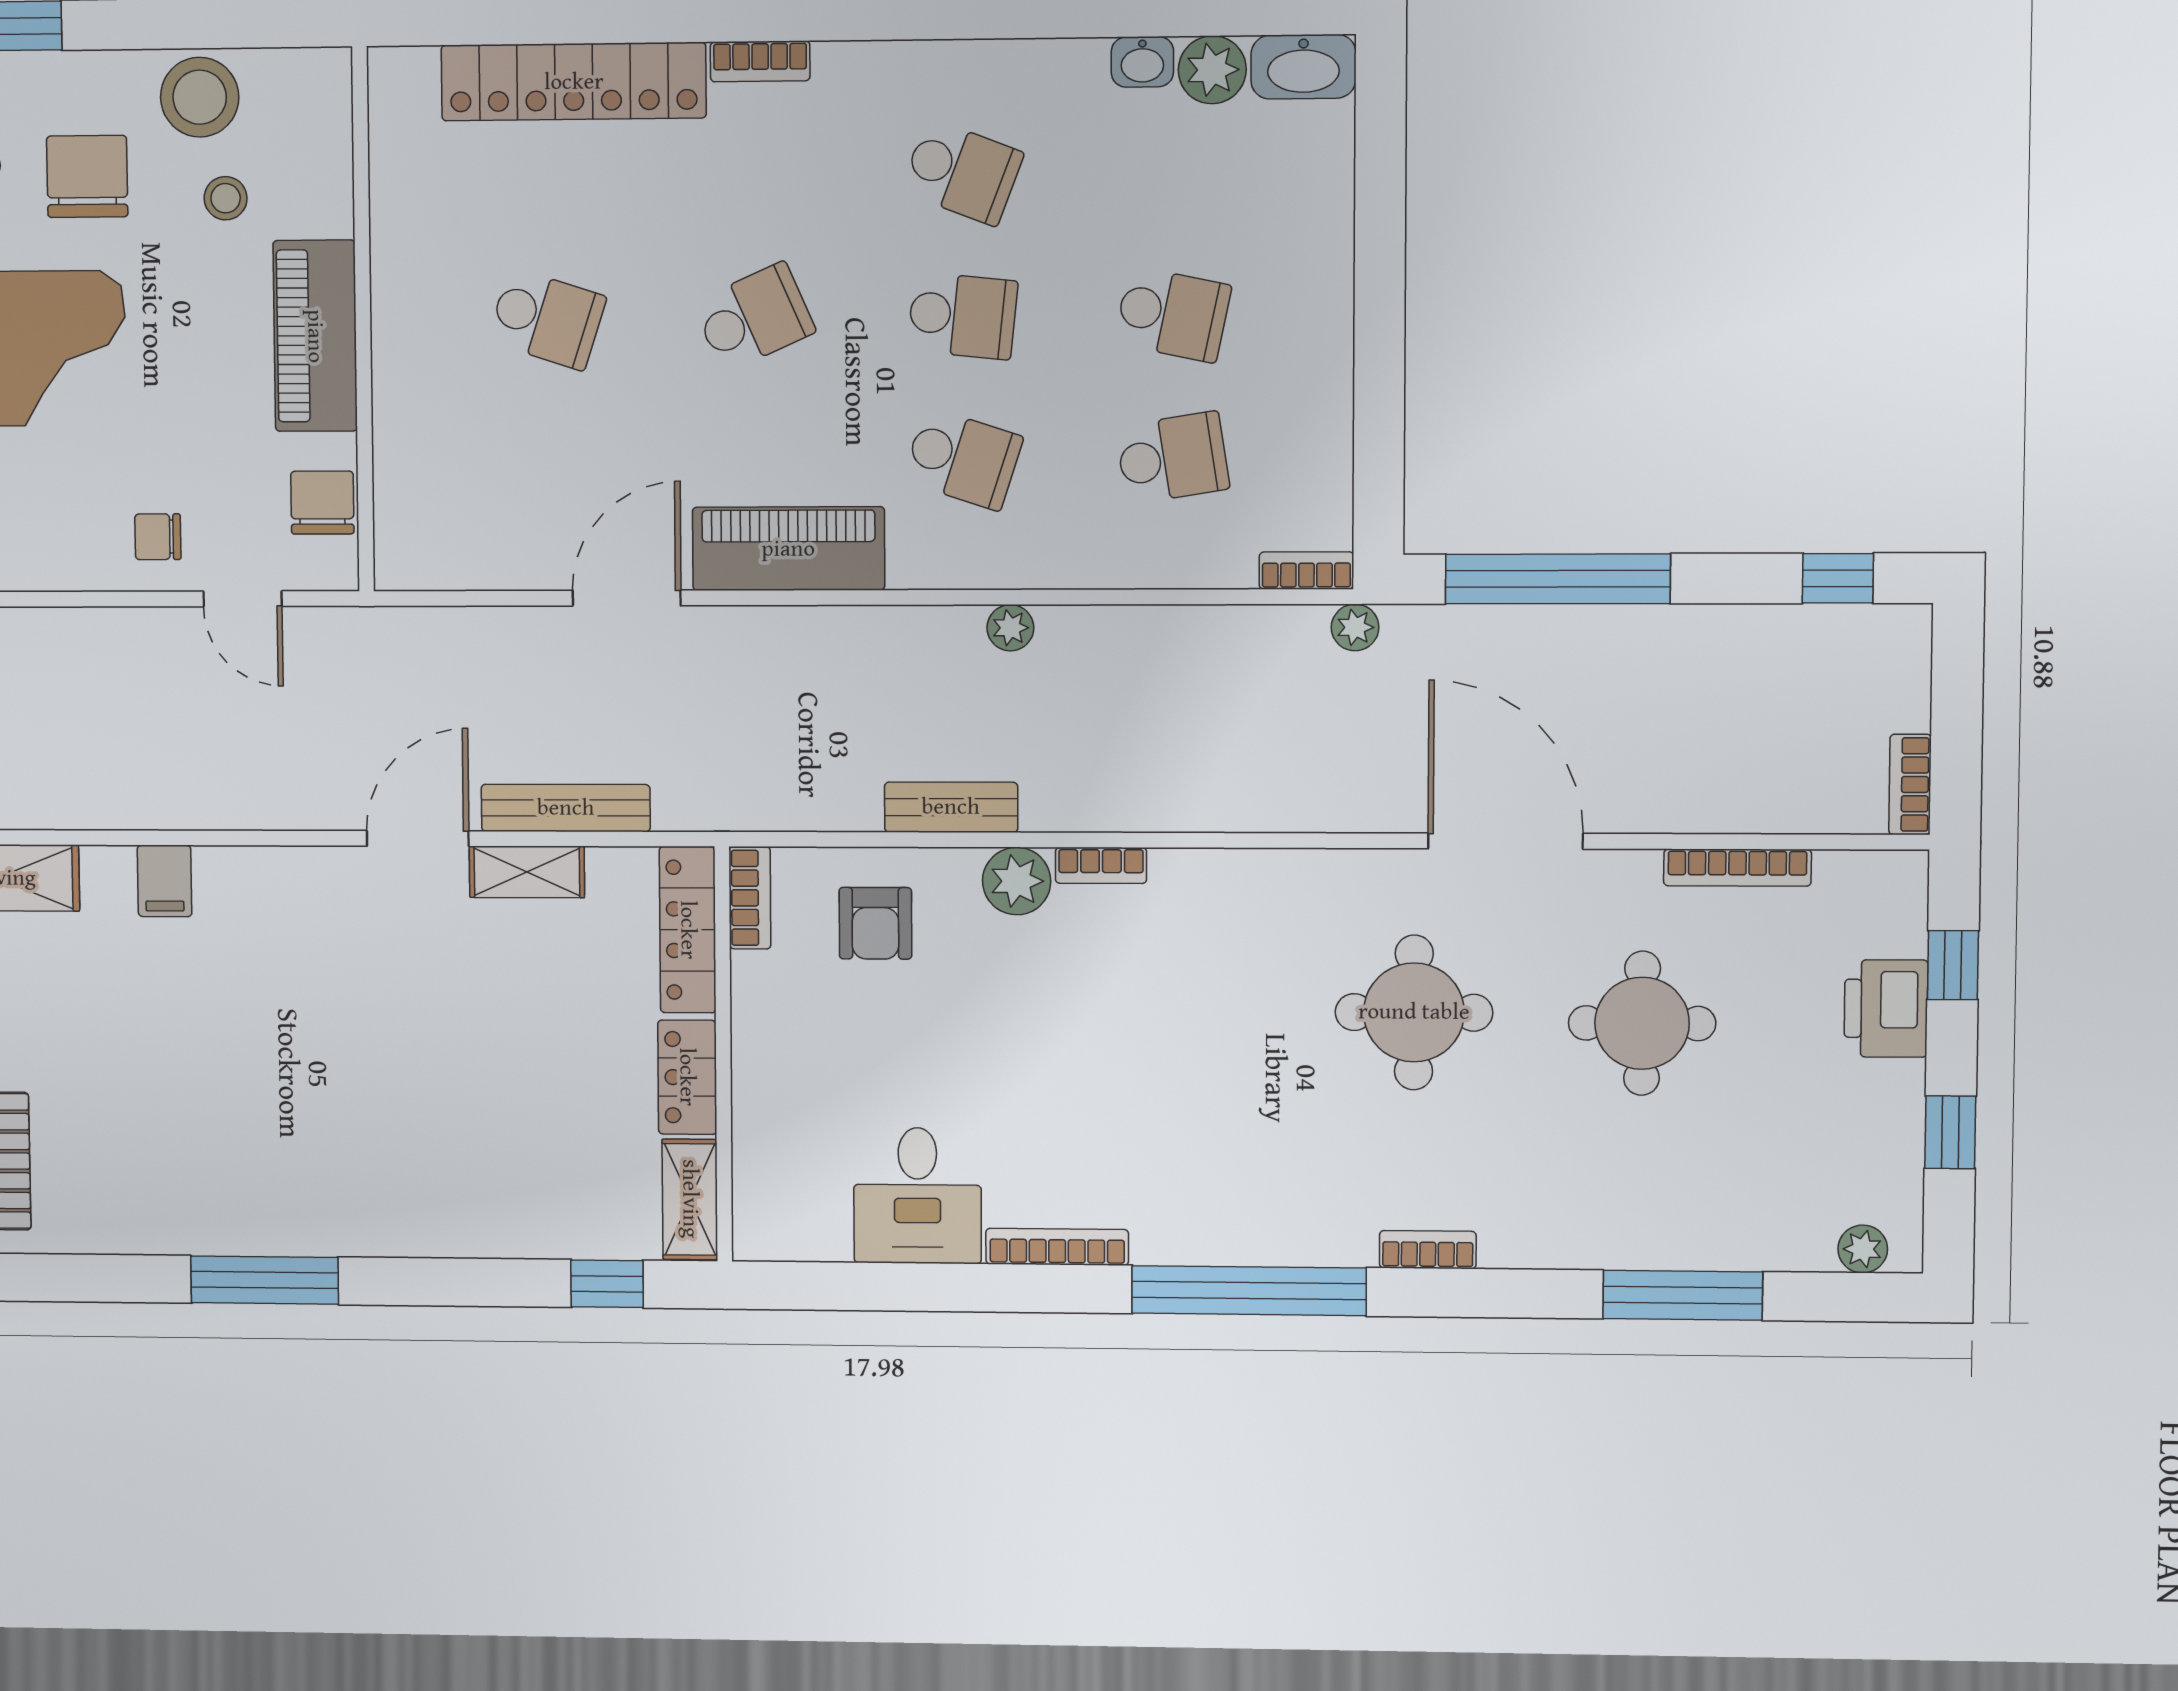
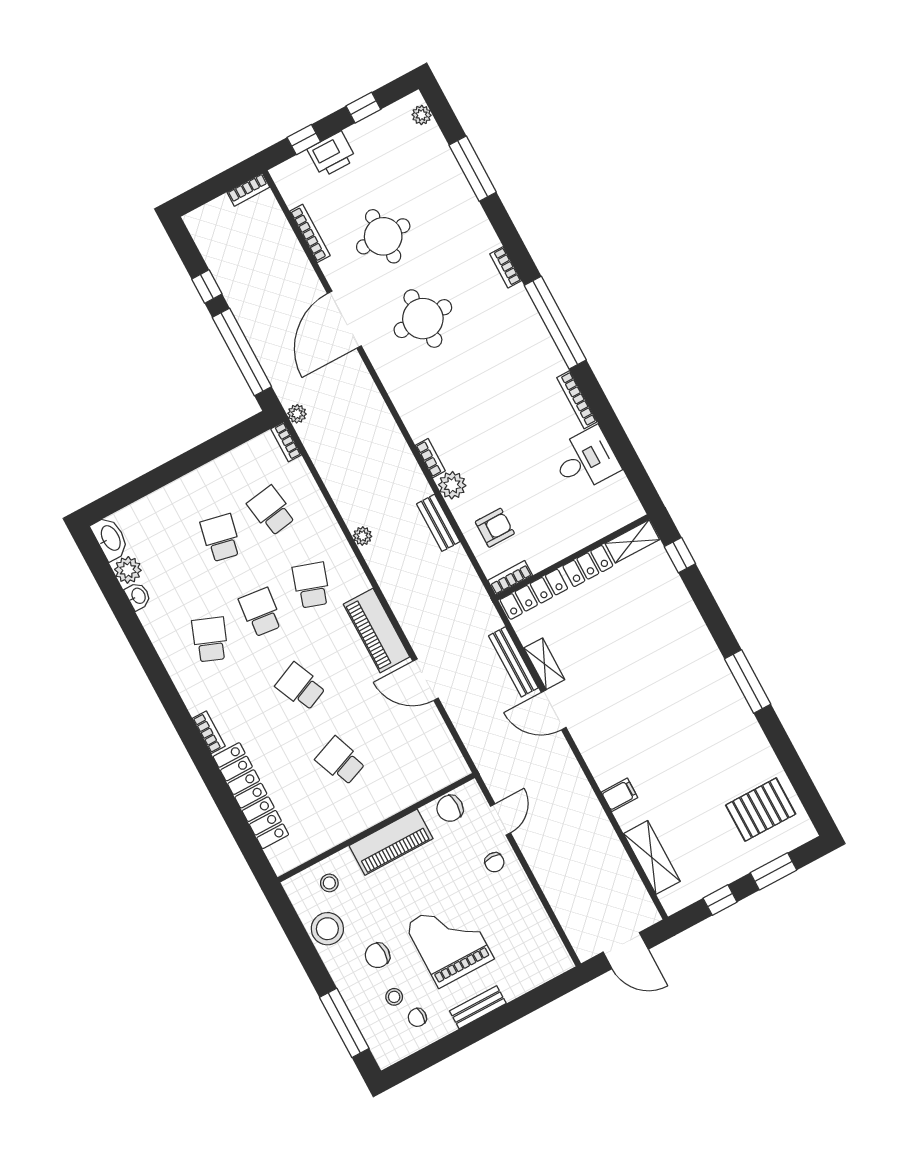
chair: (87, 176) -> (377, 955), width x0.73, depth x0.73
stool: (226, 198) -> (329, 883), moved
school desk: (547, 319) -> (340, 761), turned -39
window: (1838, 578) -> (207, 287), moved

